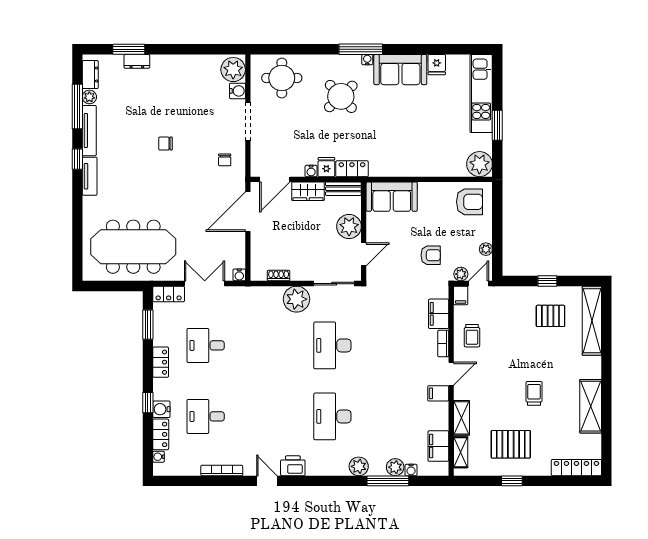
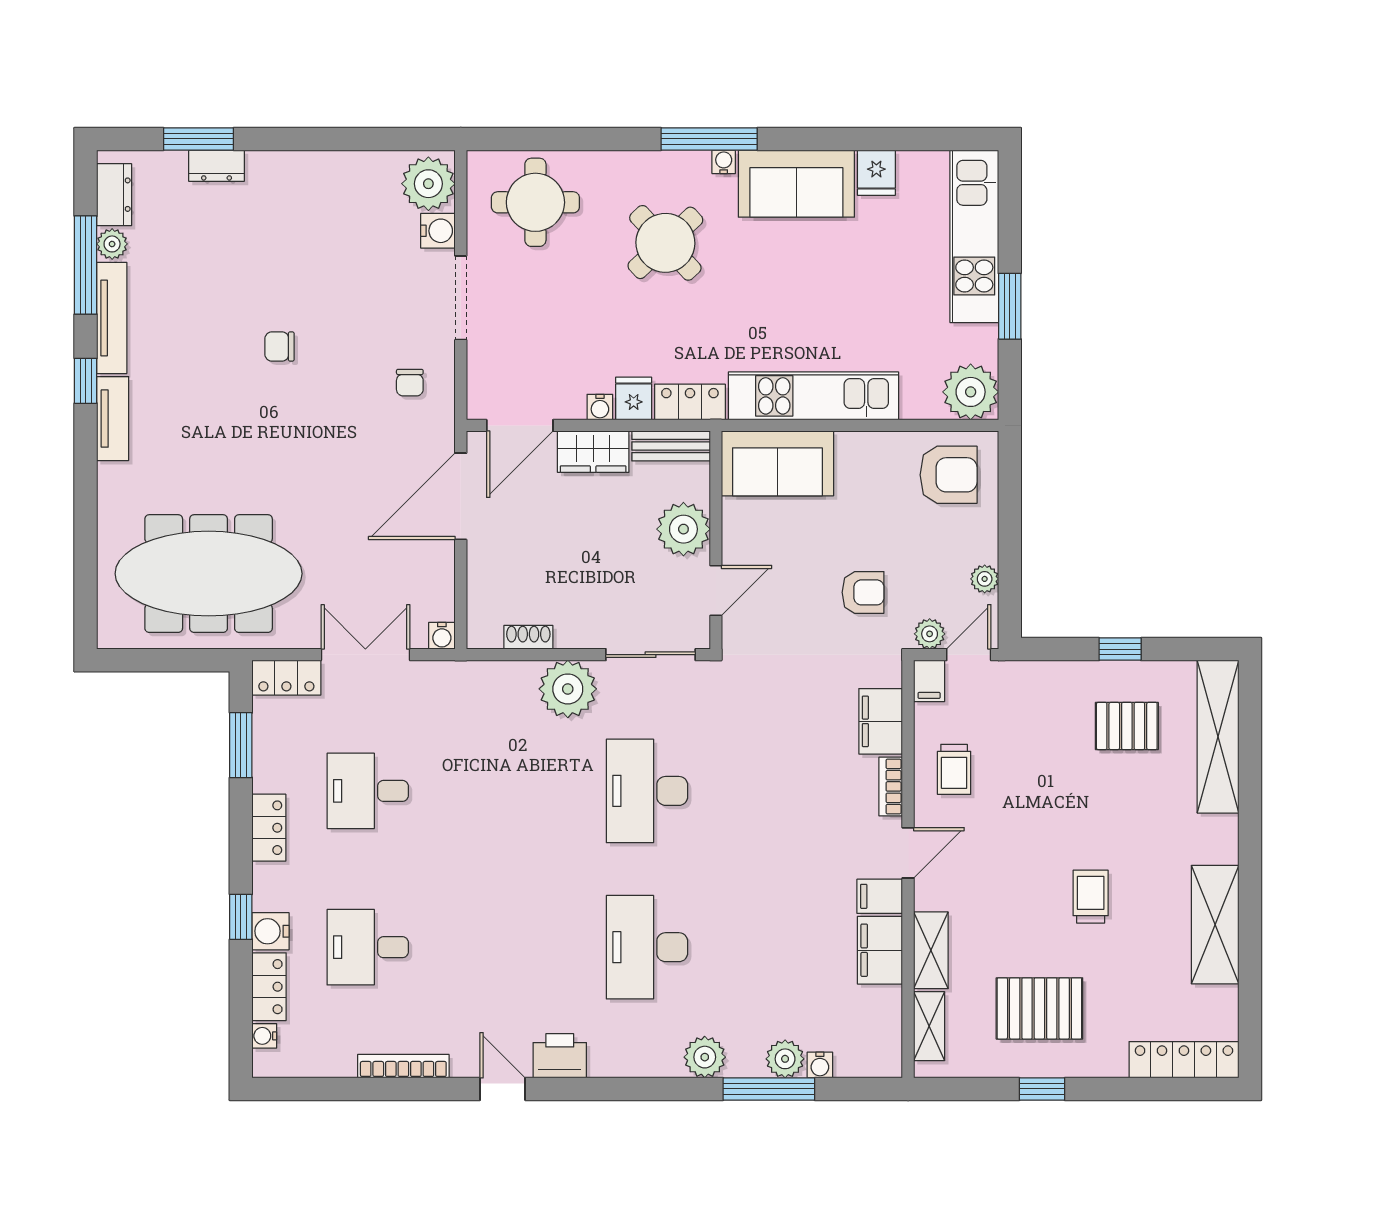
kitchen unit: (408, 166) -> (813, 396), added
filing cabinet: (438, 446) -> (880, 950), moved

